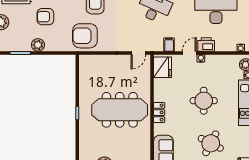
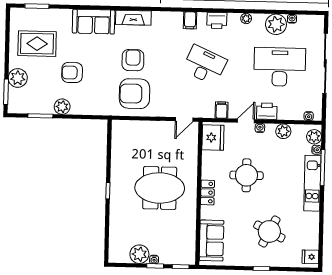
armchair: (85, 36) -> (135, 94), moved
plant: (220, 61) -> (283, 131), added
round table: (204, 101) -> (247, 175), moved
meeting table: (120, 110) -> (160, 188), width x0.73

